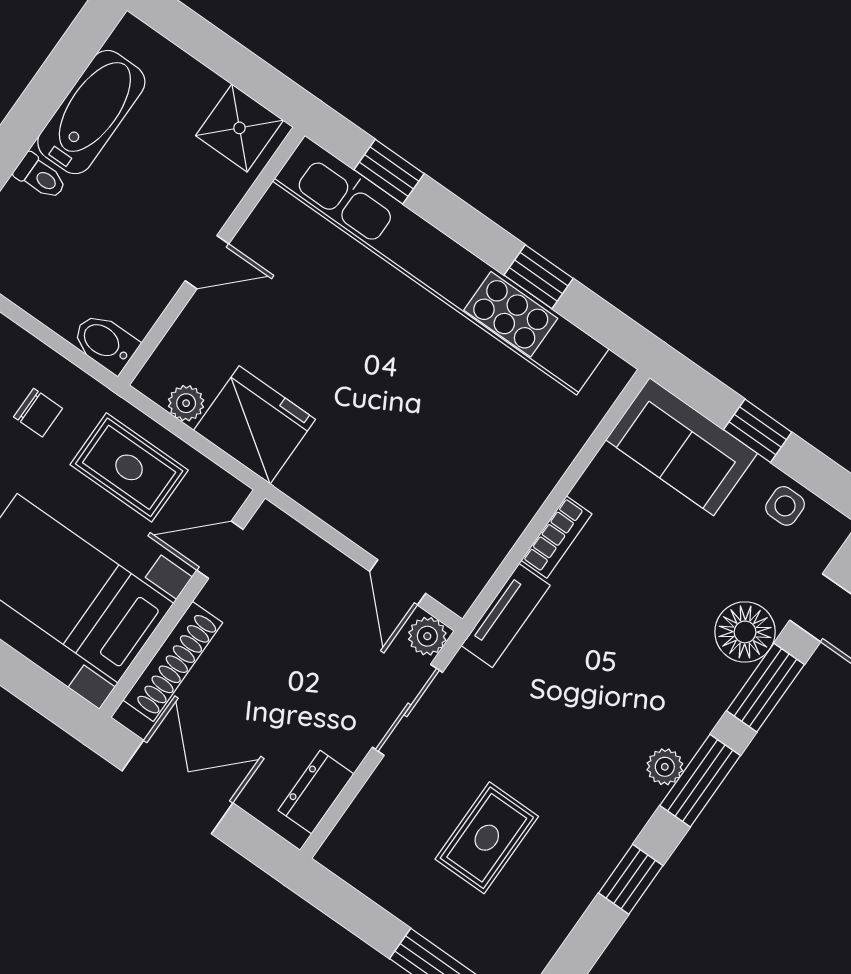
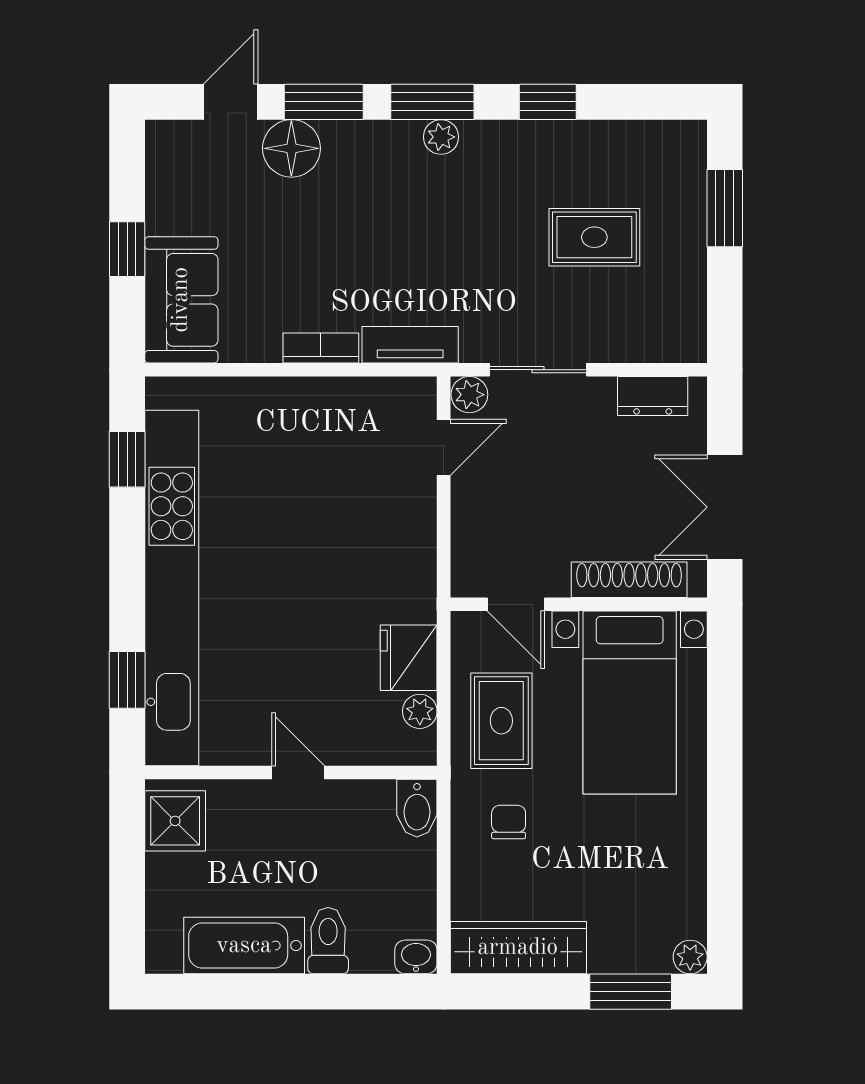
toilet: (40, 177) -> (328, 941), width x1.37, depth x1.39
window: (539, 277) -> (127, 459), moved
fridge: (255, 425) -> (409, 658), width x0.73, depth x0.75
side table: (785, 506) -> (171, 186), removed

